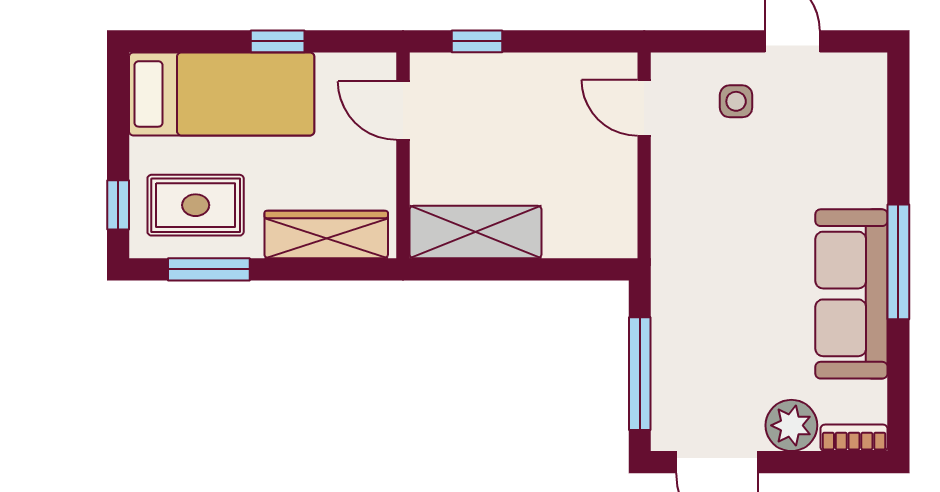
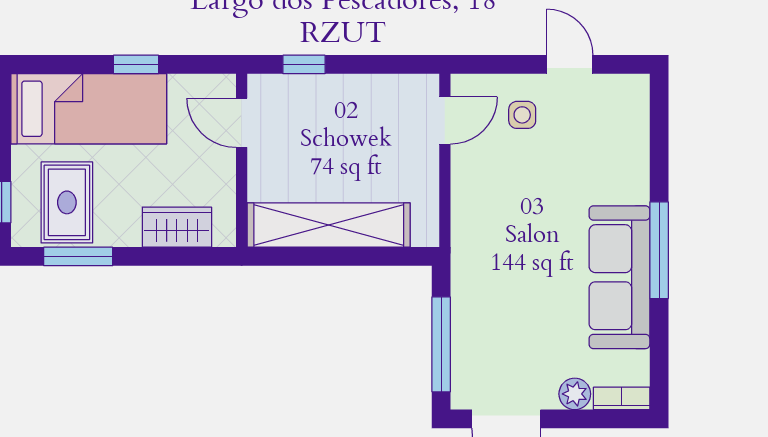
door: (644, 108) -> (445, 121), swing flipped
rug: (196, 205) -> (67, 202), turned 90
shelving: (476, 232) -> (329, 225), width x1.47
wardrobe: (326, 234) -> (177, 227), width x0.67
plant: (791, 425) -> (575, 394), width x0.73, depth x0.73

